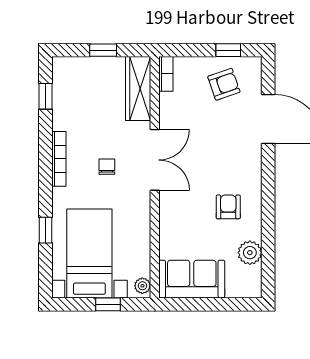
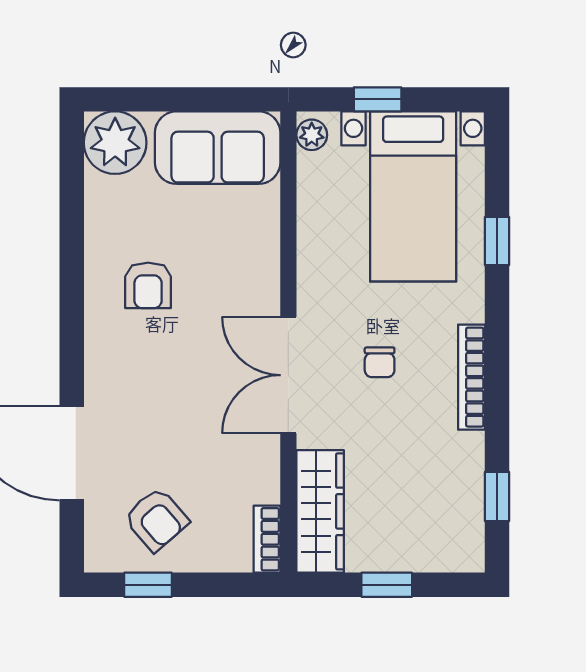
armchair: (224, 84) -> (156, 519), turned -112
plant: (250, 253) -> (115, 143), moved, width x1.36, depth x1.36

